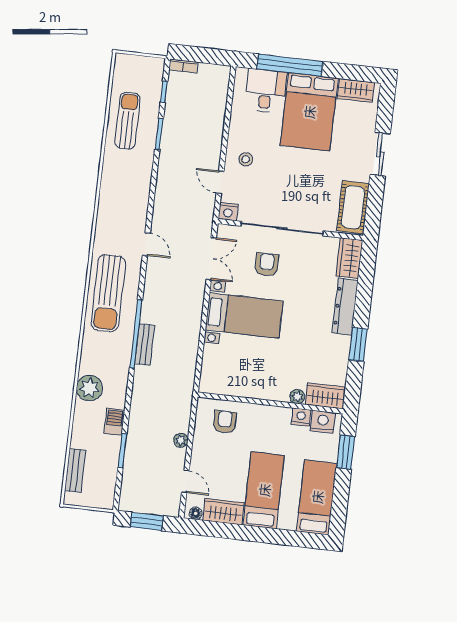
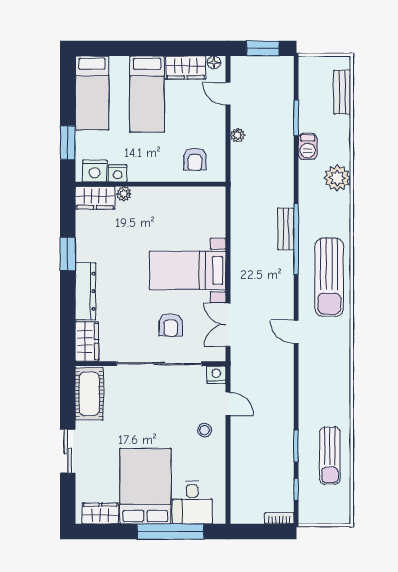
sun lounger: (108, 293) -> (329, 277), turned 180

